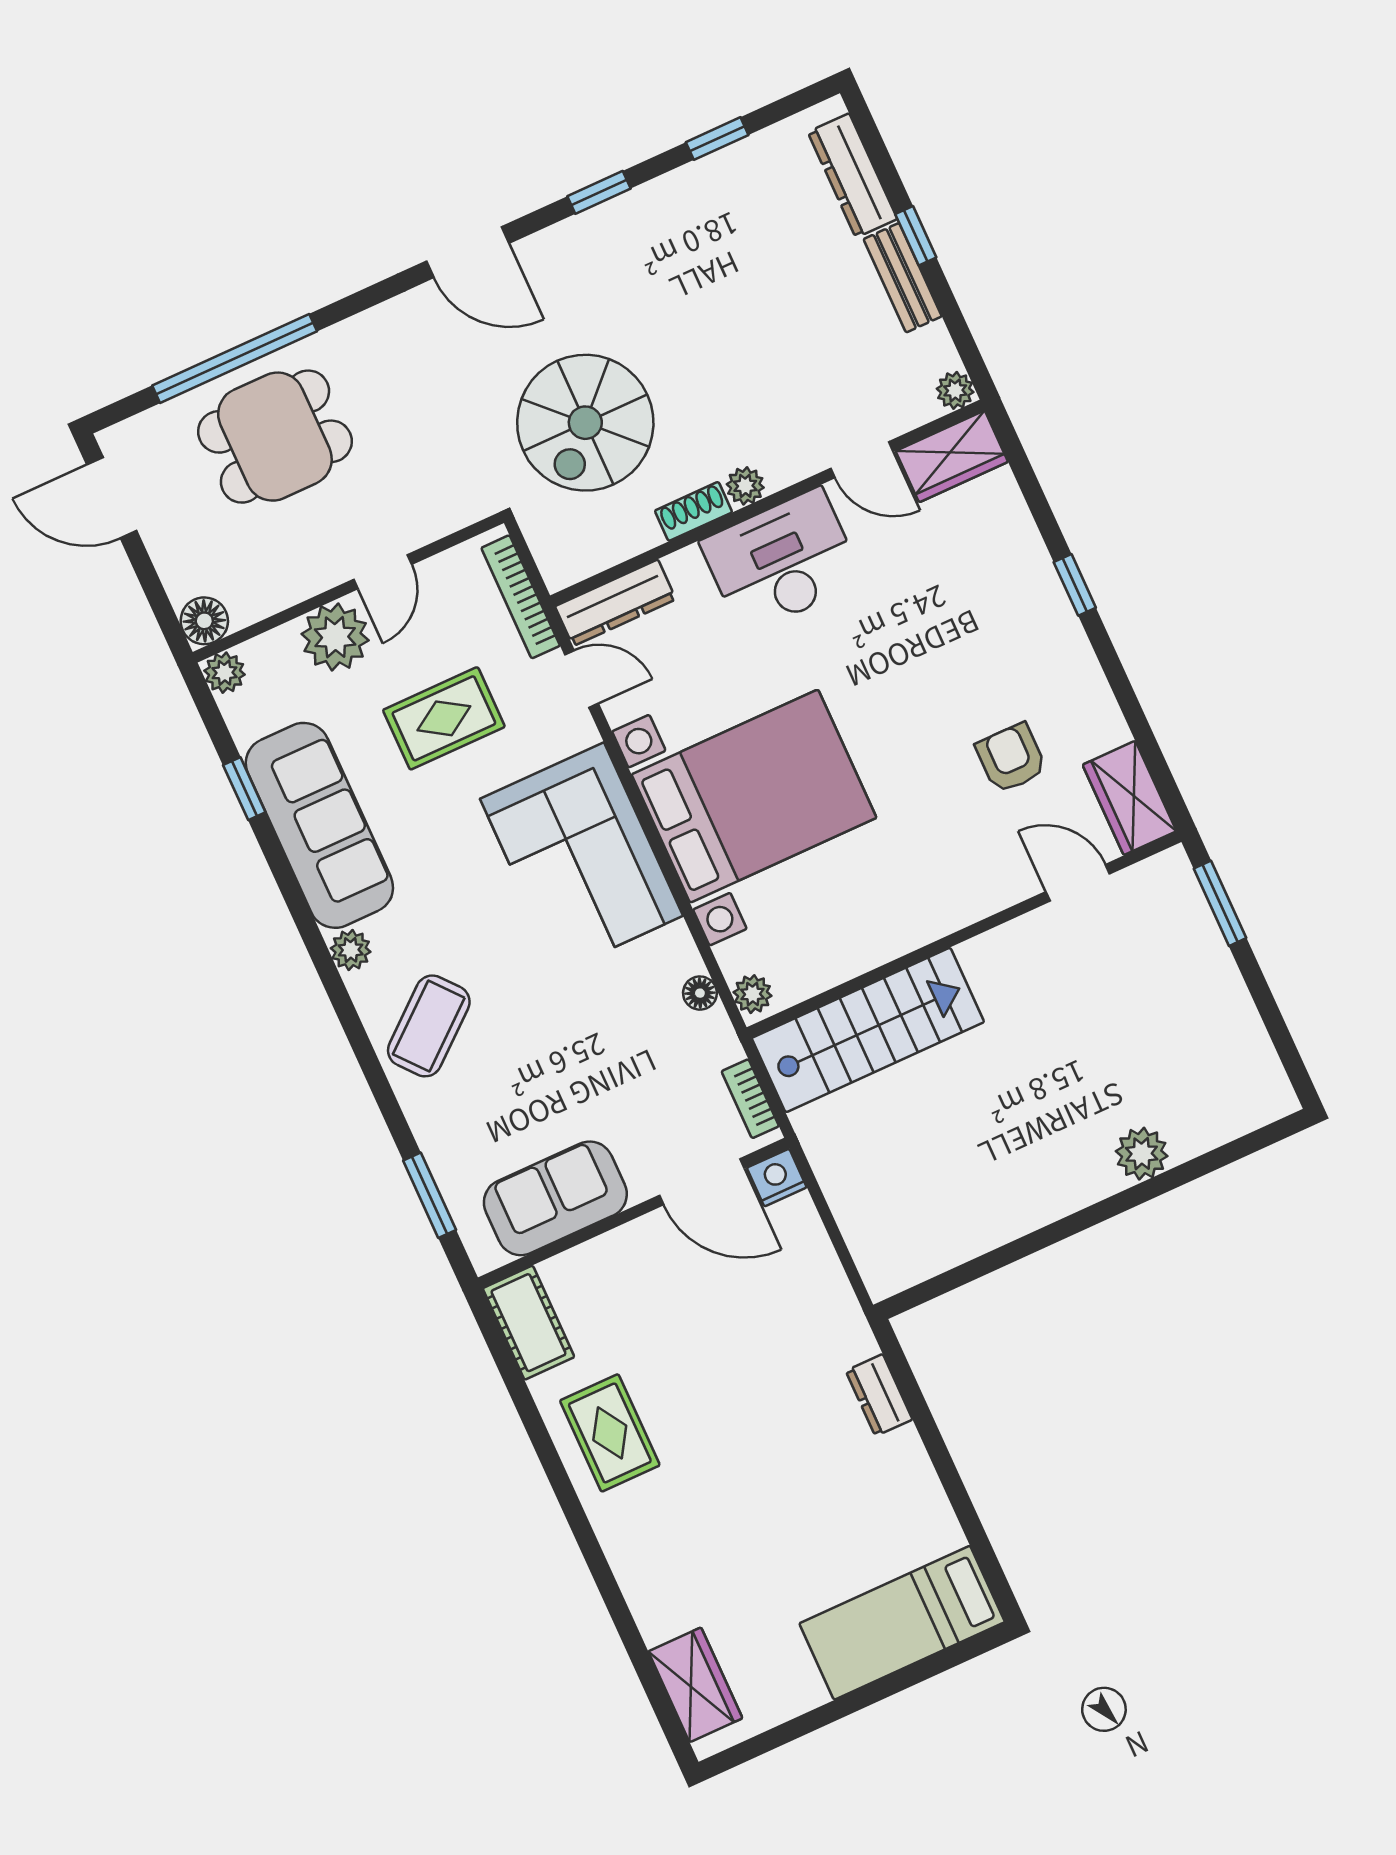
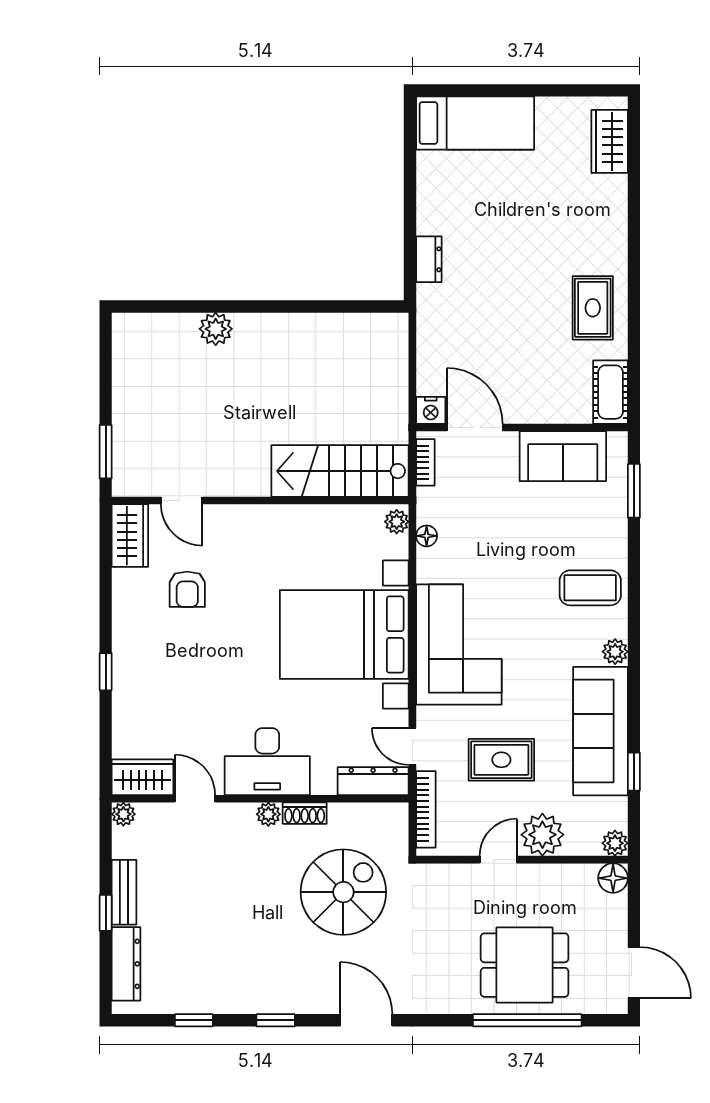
coffee table: (429, 1026) -> (590, 588), turned 40

